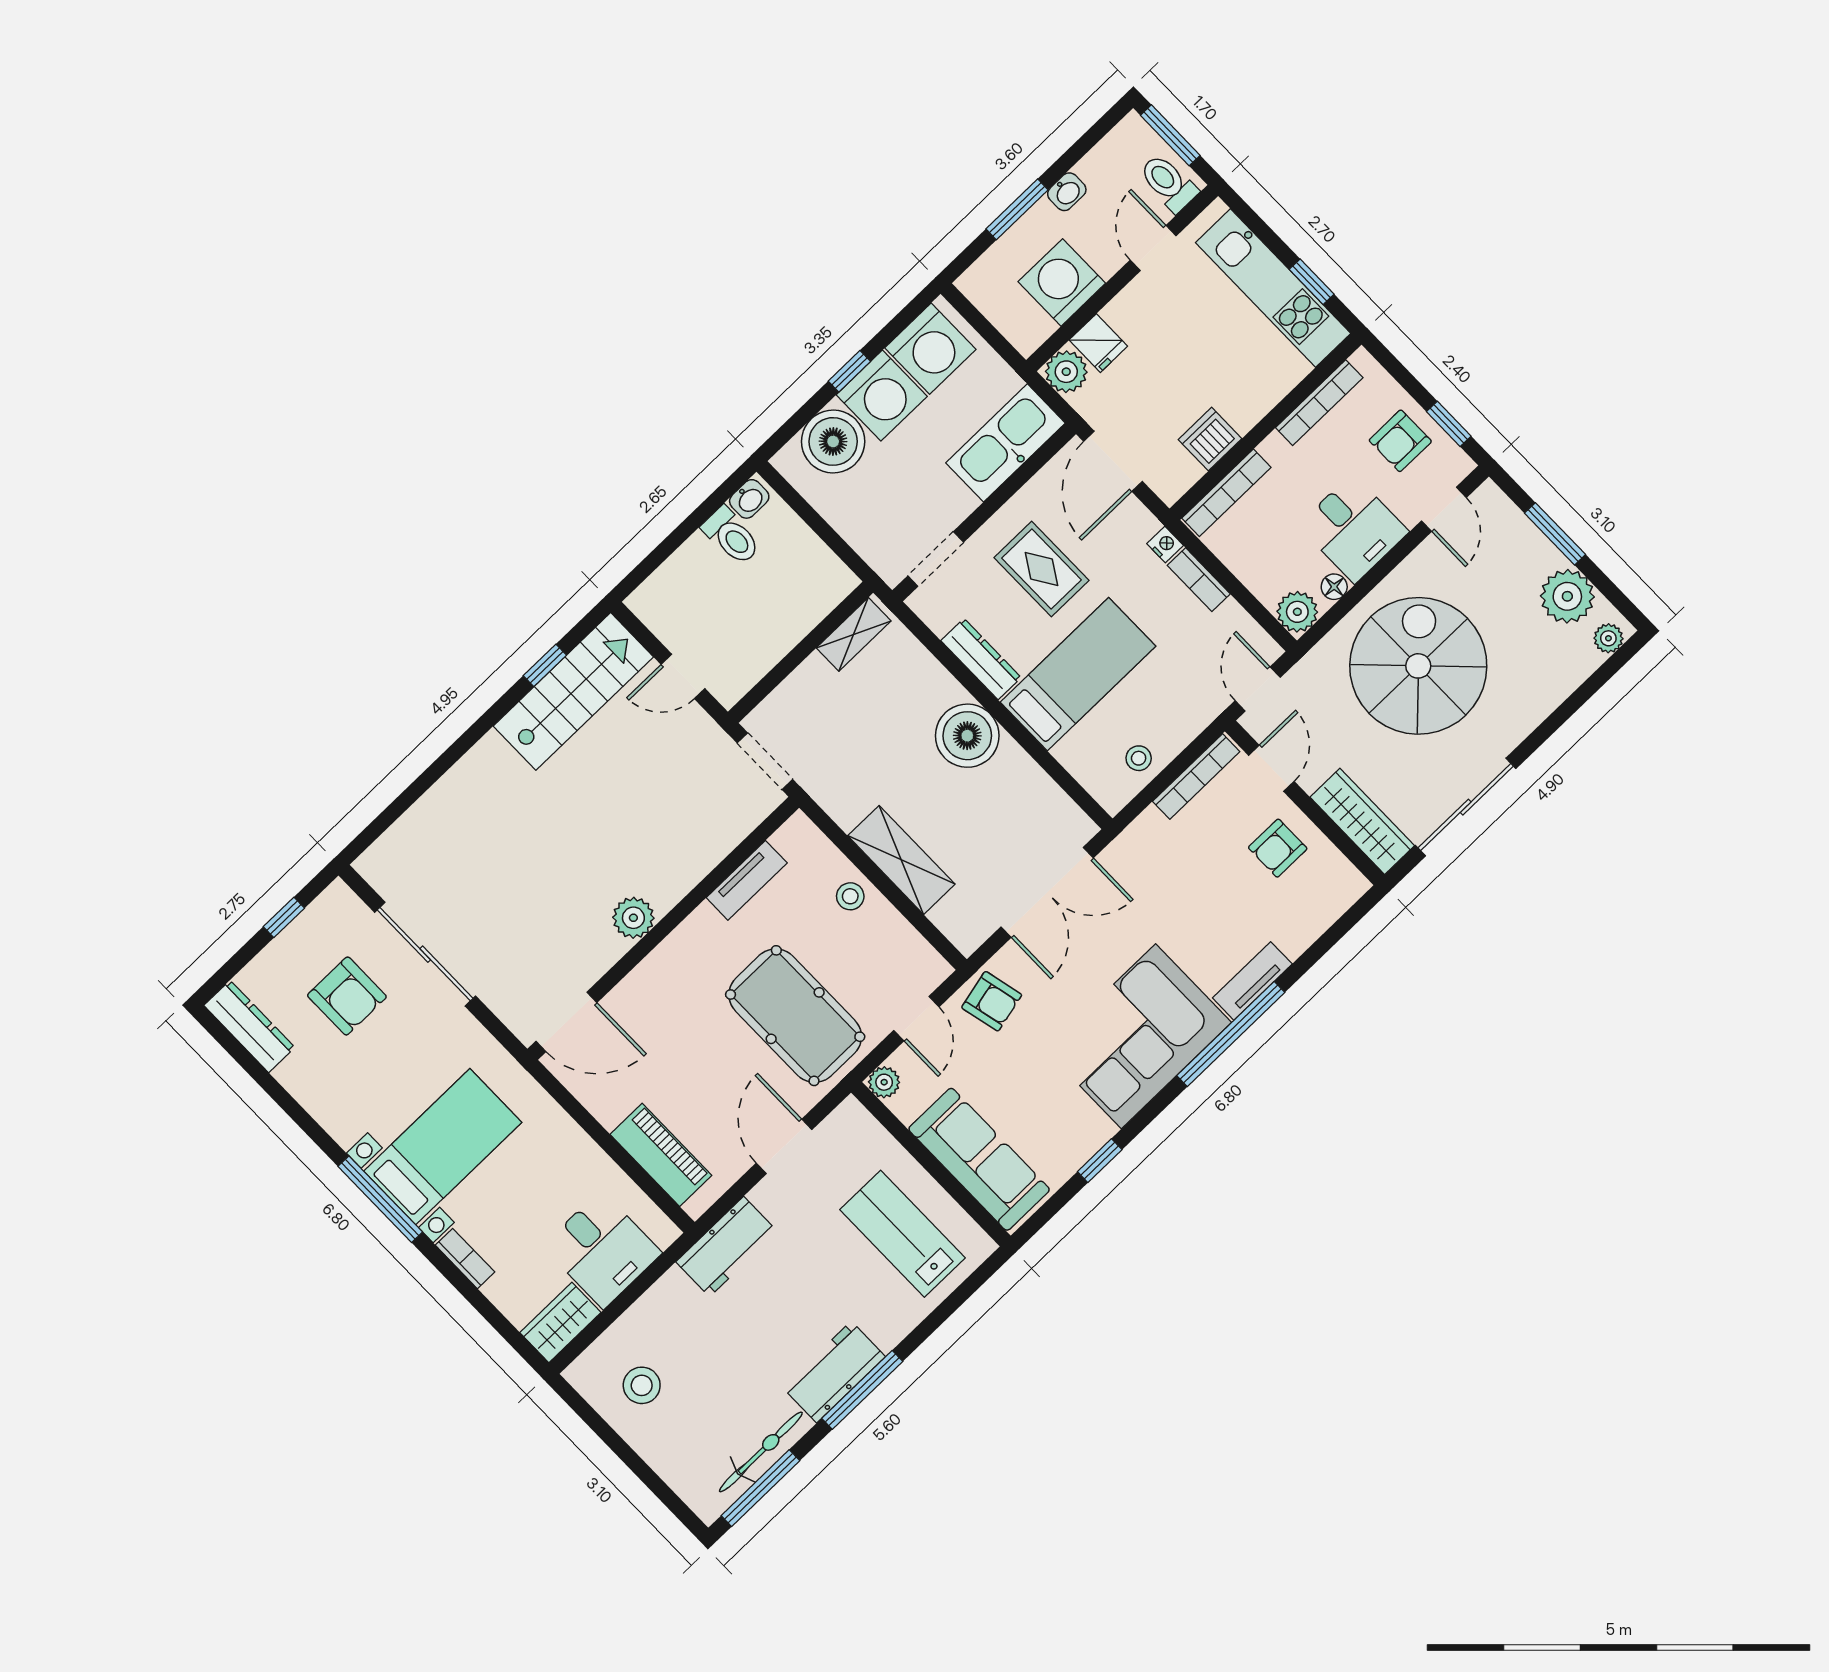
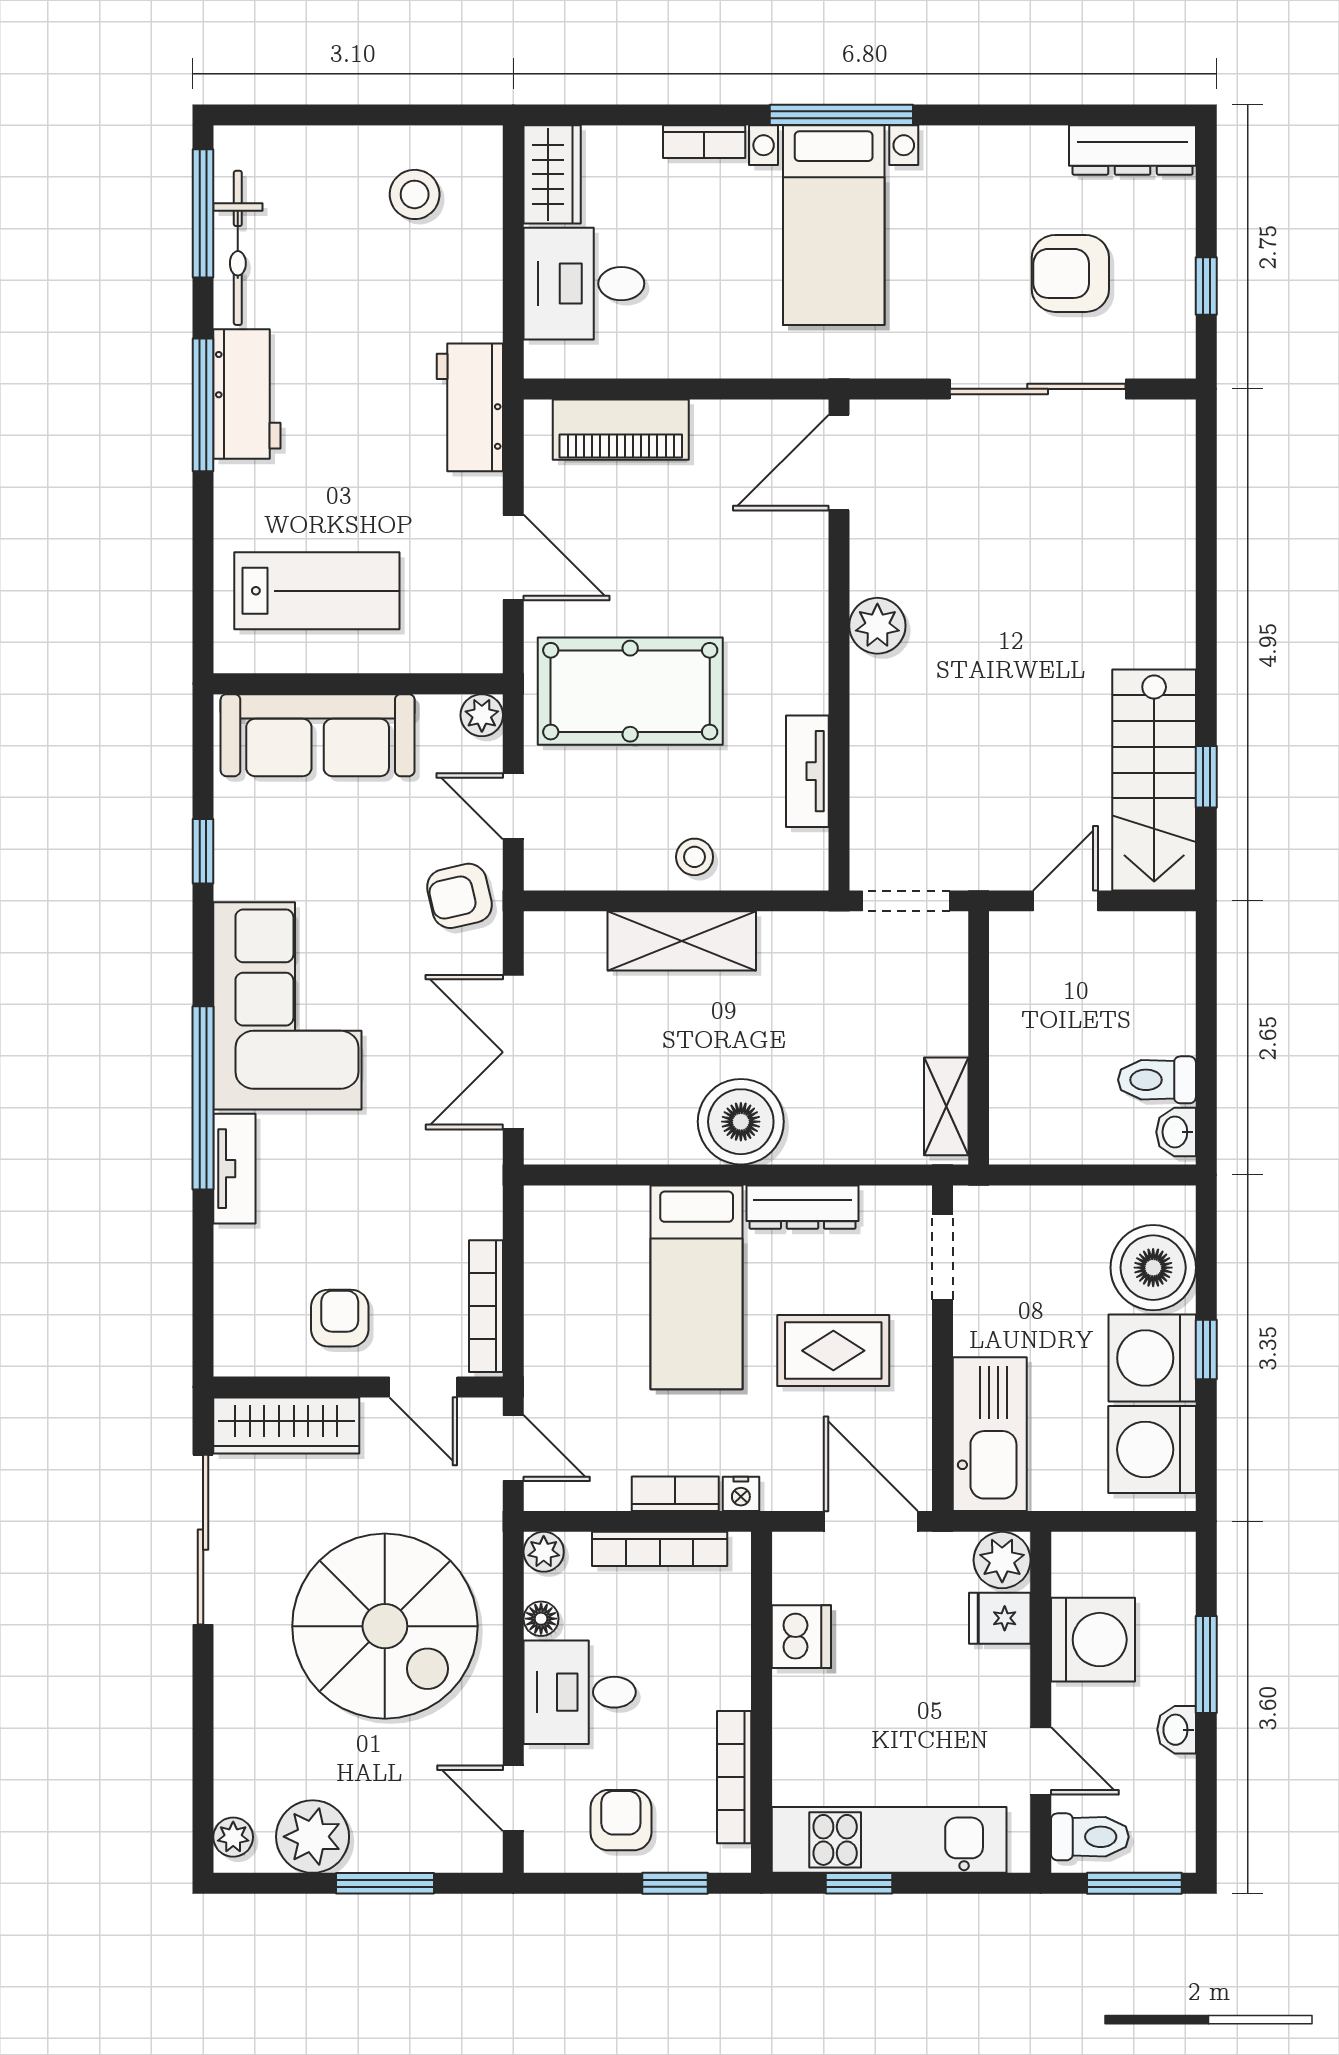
window: (1449, 424) -> (675, 1883), moved
bookcase: (1226, 493) -> (660, 1549), moved, turned -90
plant: (1297, 612) -> (544, 1552), width x0.73, depth x0.73
stool: (1139, 758) -> (558, 1267), removed

